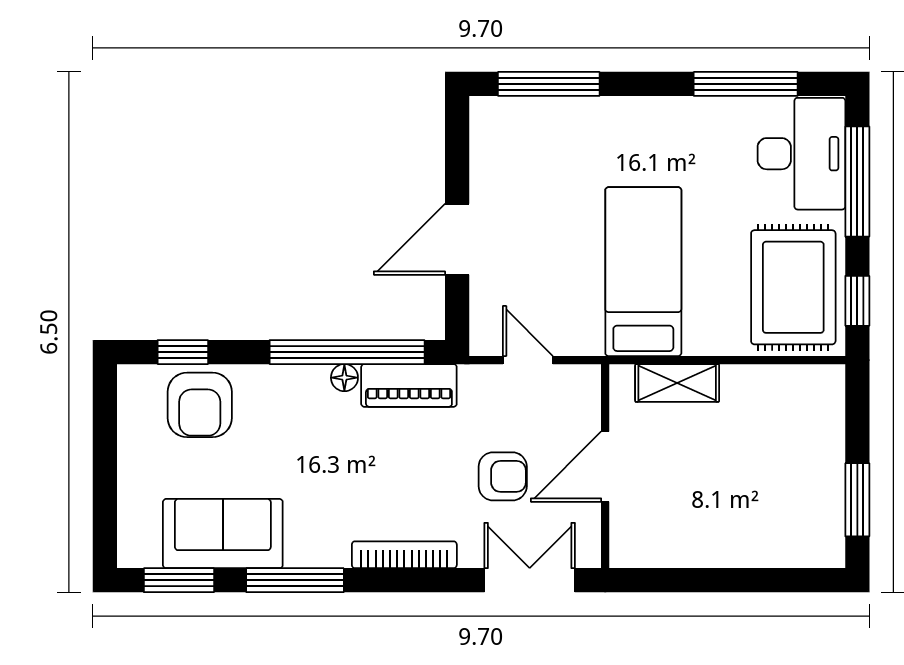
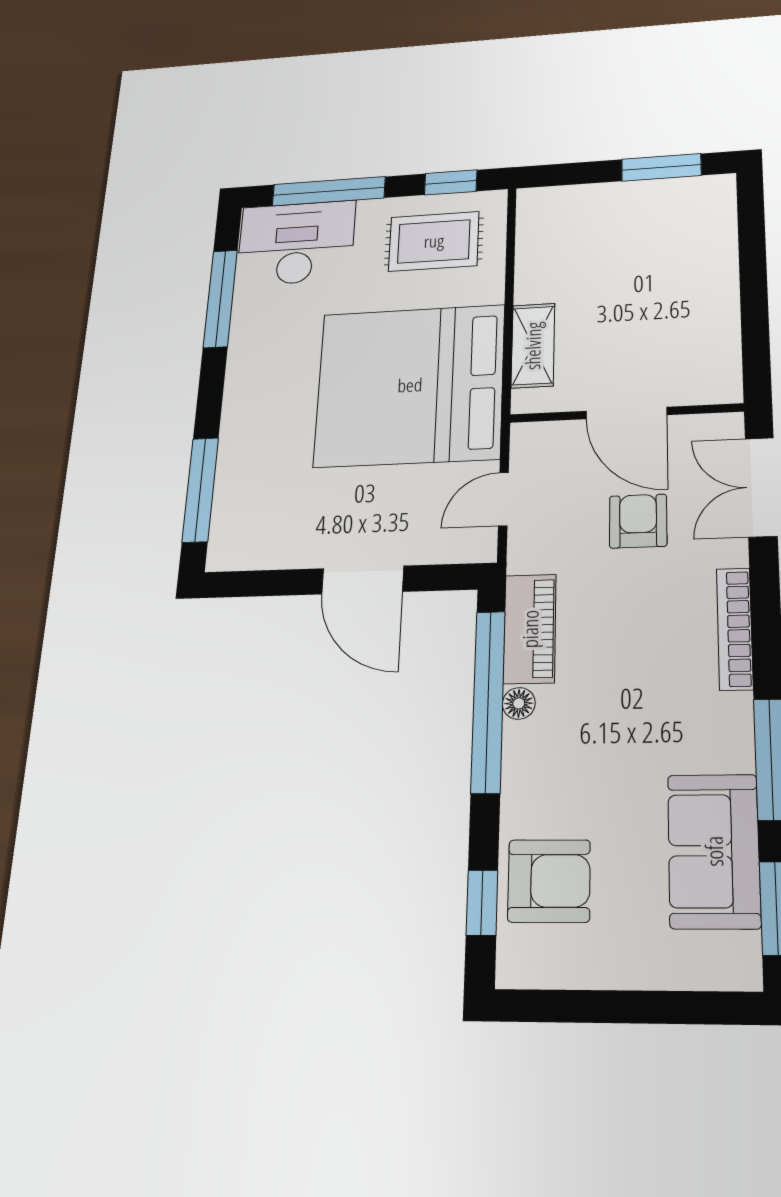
bed: (643, 272) -> (410, 385), width x2.04
rug: (793, 287) -> (434, 241), width x0.73, depth x0.70

